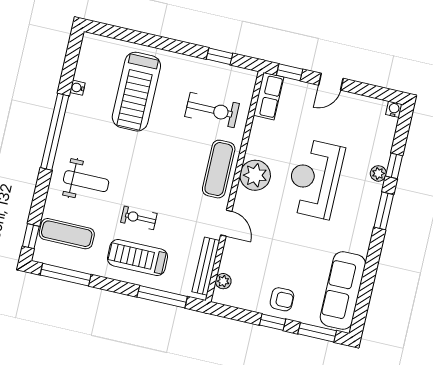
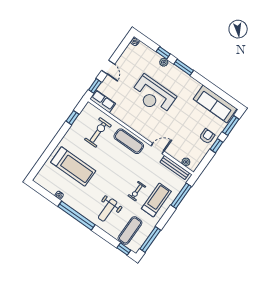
plant: (255, 175) -> (139, 124), removed
weight bench: (86, 181) -> (108, 210), turned 180
treadmill: (137, 258) -> (156, 200), turned 180

